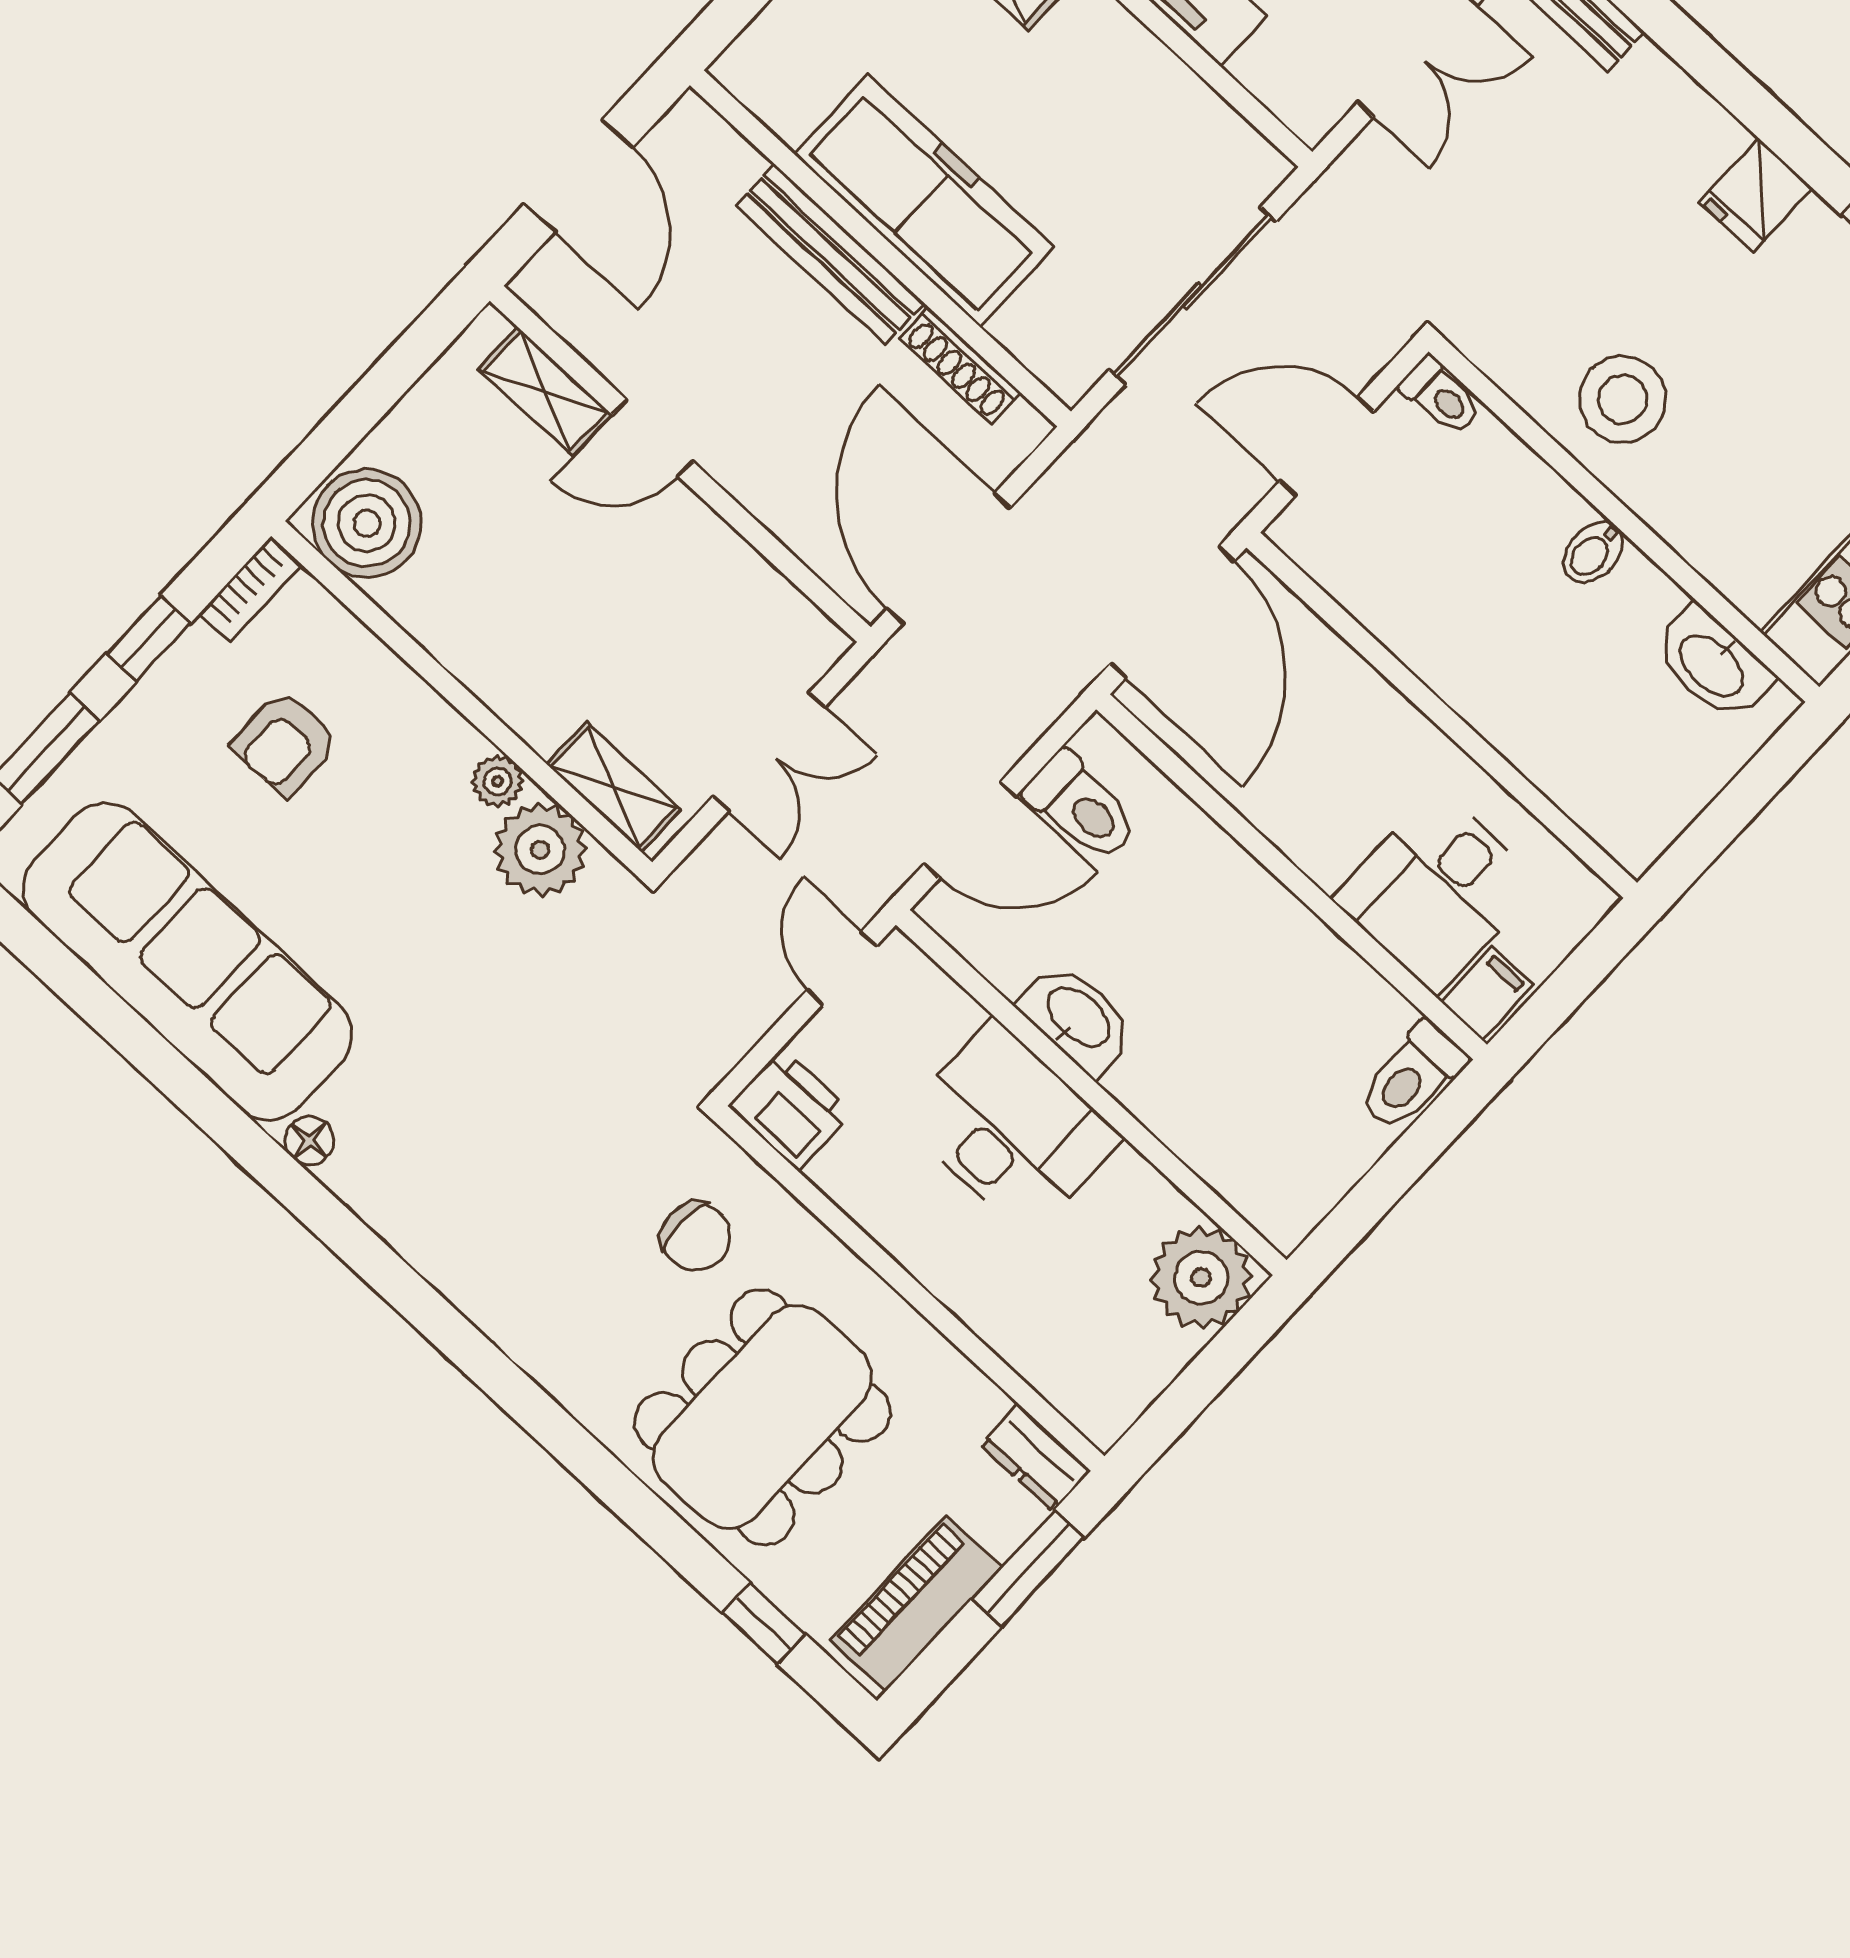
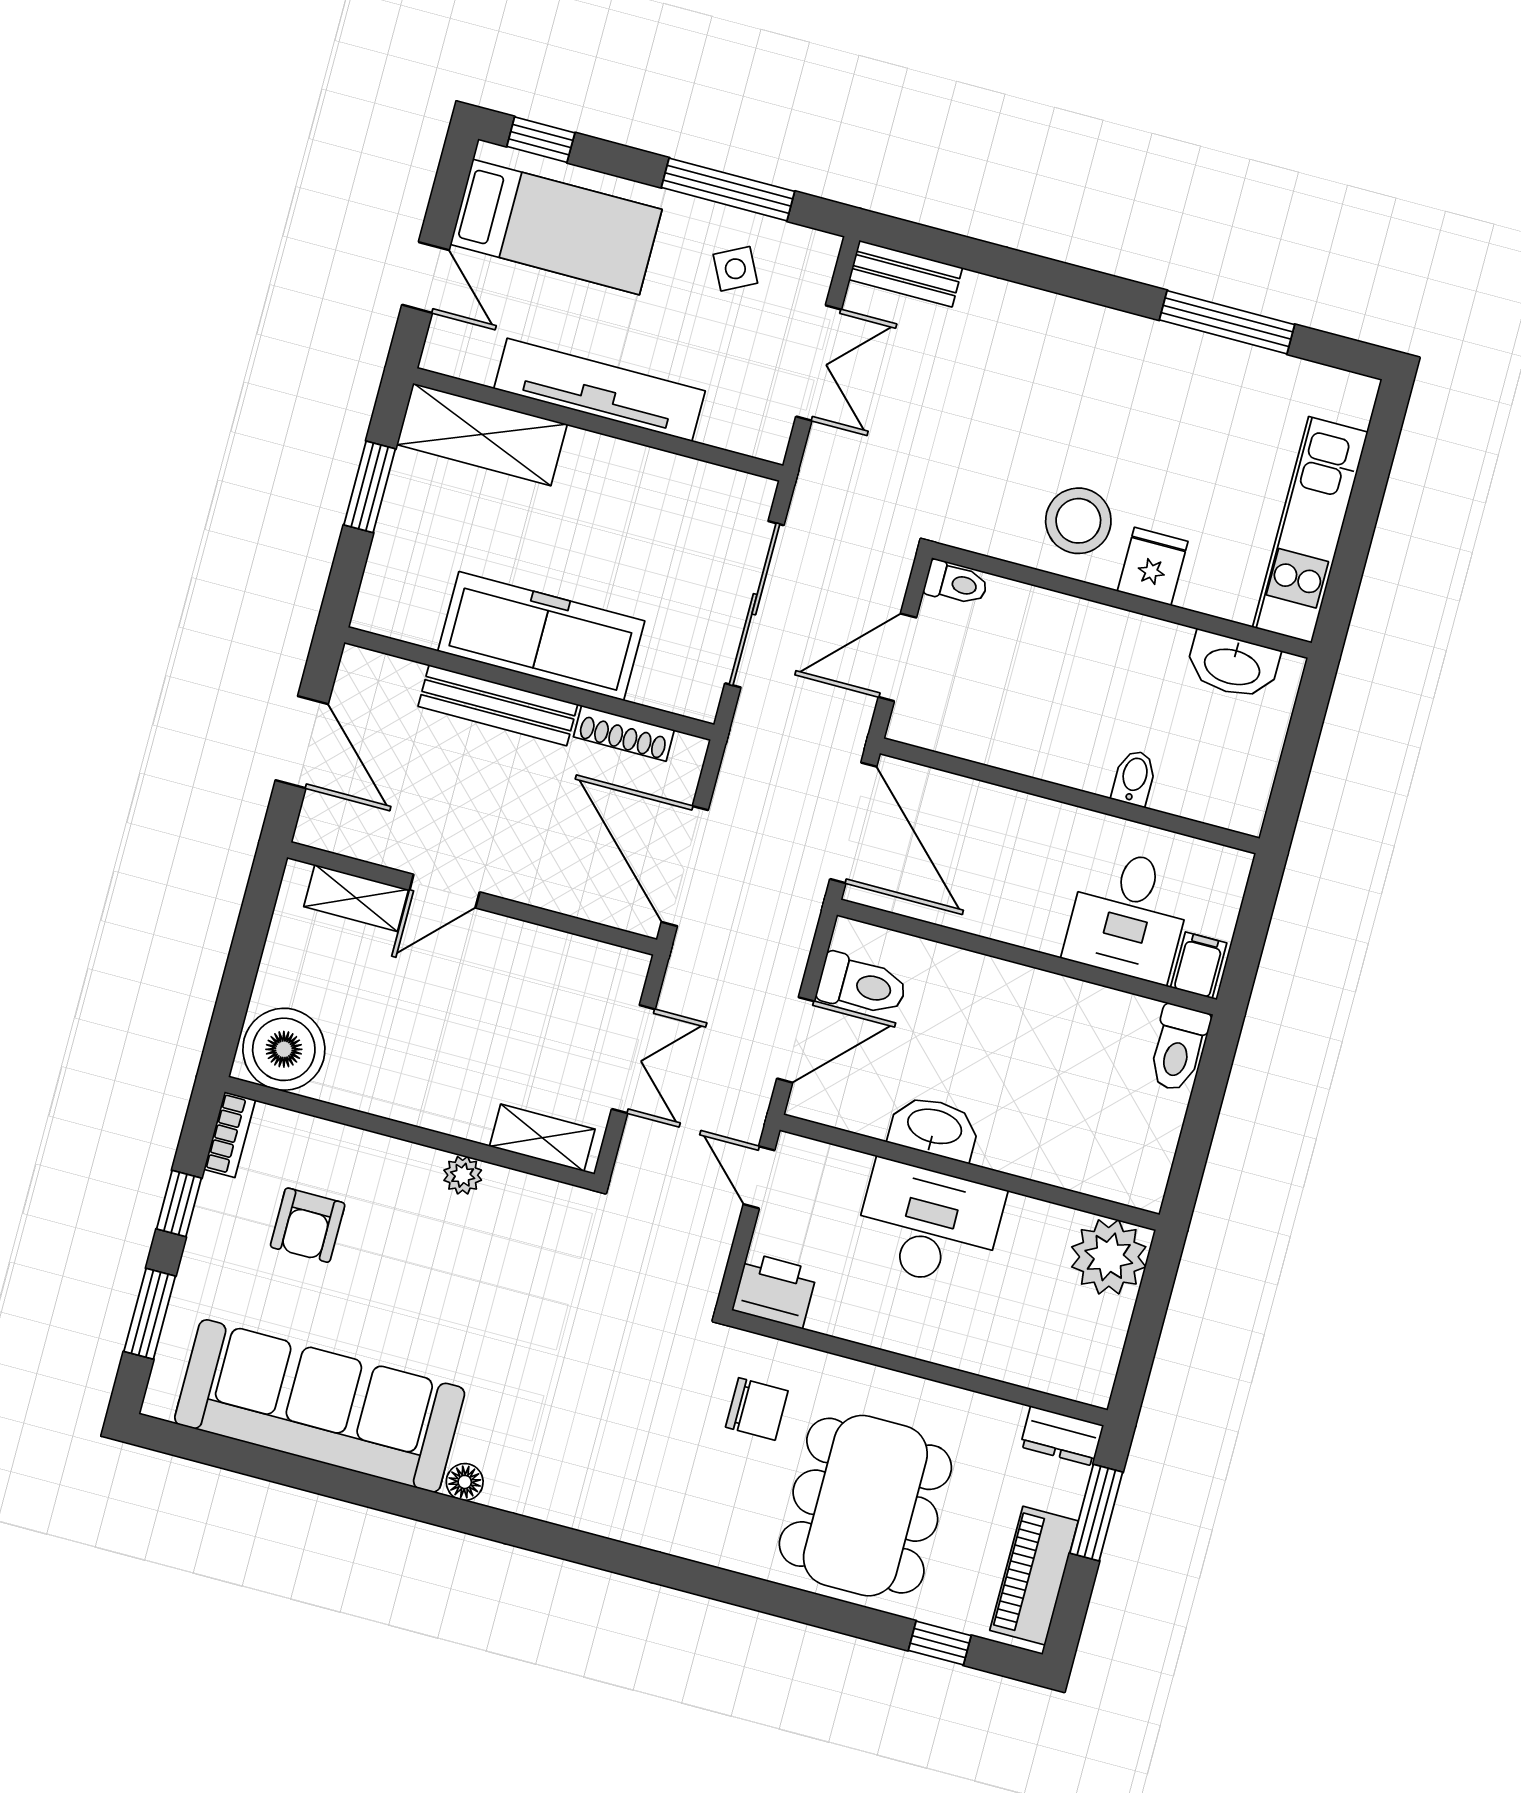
fridge: (1756, 195) -> (1153, 566), moved, turned 180
bidet: (1593, 552) -> (1134, 778), moved, turned 180
plant: (540, 850) -> (516, 1206), removed

